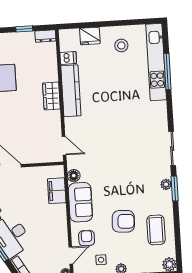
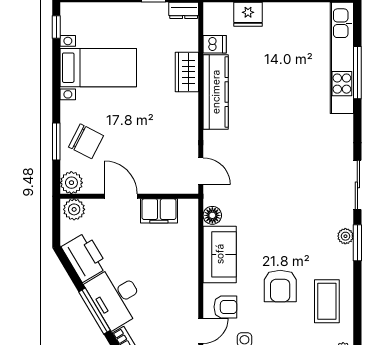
stool: (121, 45) -> (293, 31), removed
wardrobe: (51, 96) -> (187, 72), moved
filing cabinet: (57, 191) -> (159, 211), moved, turned -90
armchair: (123, 221) -> (280, 286), turned 87
armchair: (87, 238) -> (225, 307), turned 90

